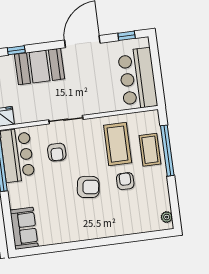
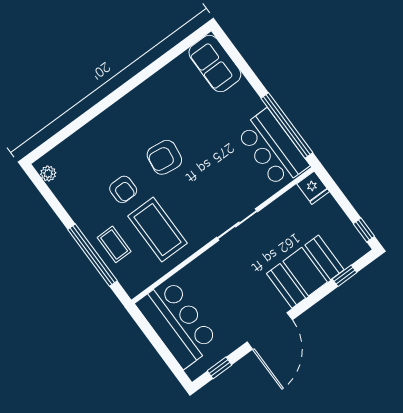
coffee table: (150, 150) -> (114, 244), width x0.73, depth x0.77
armchair: (57, 152) -> (226, 179), removed

